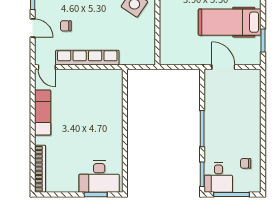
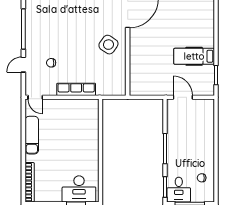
hospital bed: (230, 22) -> (194, 56), width x0.73, depth x0.78
door: (33, 28) -> (23, 65), swing flipped
row of seats: (87, 58) -> (76, 89), width x0.73

